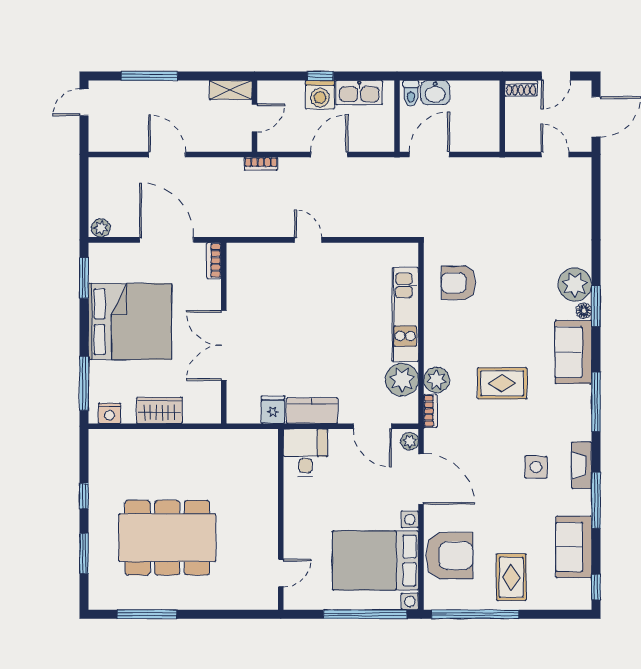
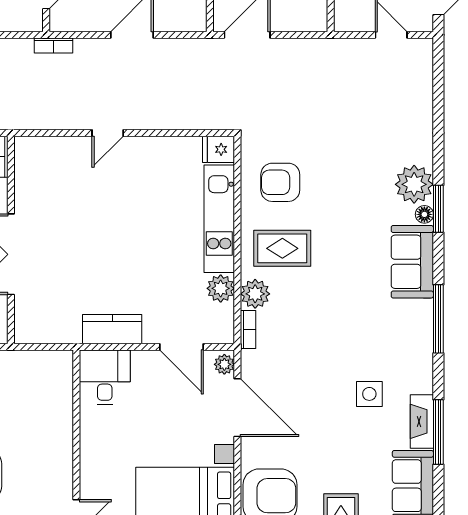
door: (308, 240) -> (108, 133), swing flipped
plant: (402, 380) -> (221, 288), width x0.73, depth x0.73
rug: (502, 383) -> (282, 248), moved
fridge: (273, 410) -> (219, 149), moved, turned -90
fireplace: (582, 465) -> (422, 421), moved

